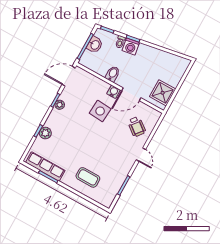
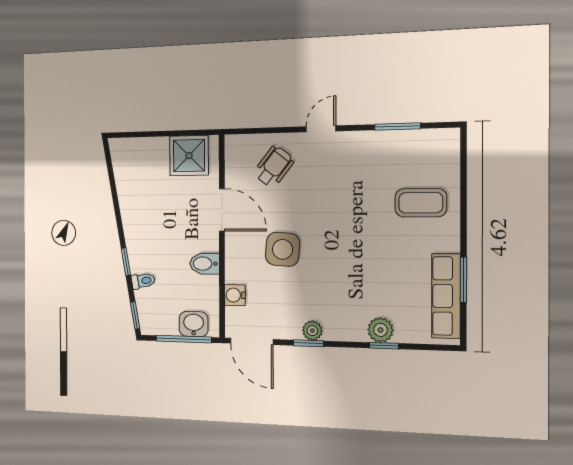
washbasin: (95, 45) -> (194, 324), moved
washing machine: (131, 47) -> (141, 258), removed
water cooler: (114, 92) -> (235, 295), moved
coffee table: (88, 177) -> (421, 203), turned 90

